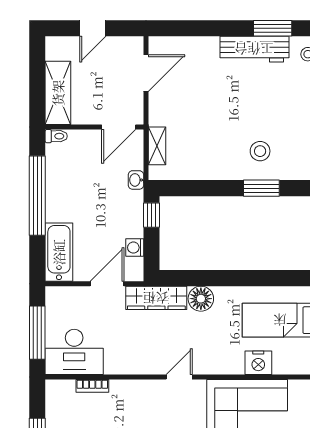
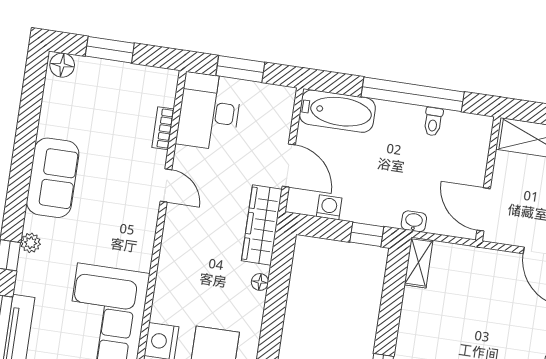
toilet: (56, 136) -> (433, 122), moved
shelving: (157, 146) -> (419, 262), moved, turned 90
floor lamp: (201, 299) -> (260, 282), width x0.53, depth x0.53
window: (37, 333) -> (240, 69), width x0.69
door: (179, 377) -> (166, 185), moved

